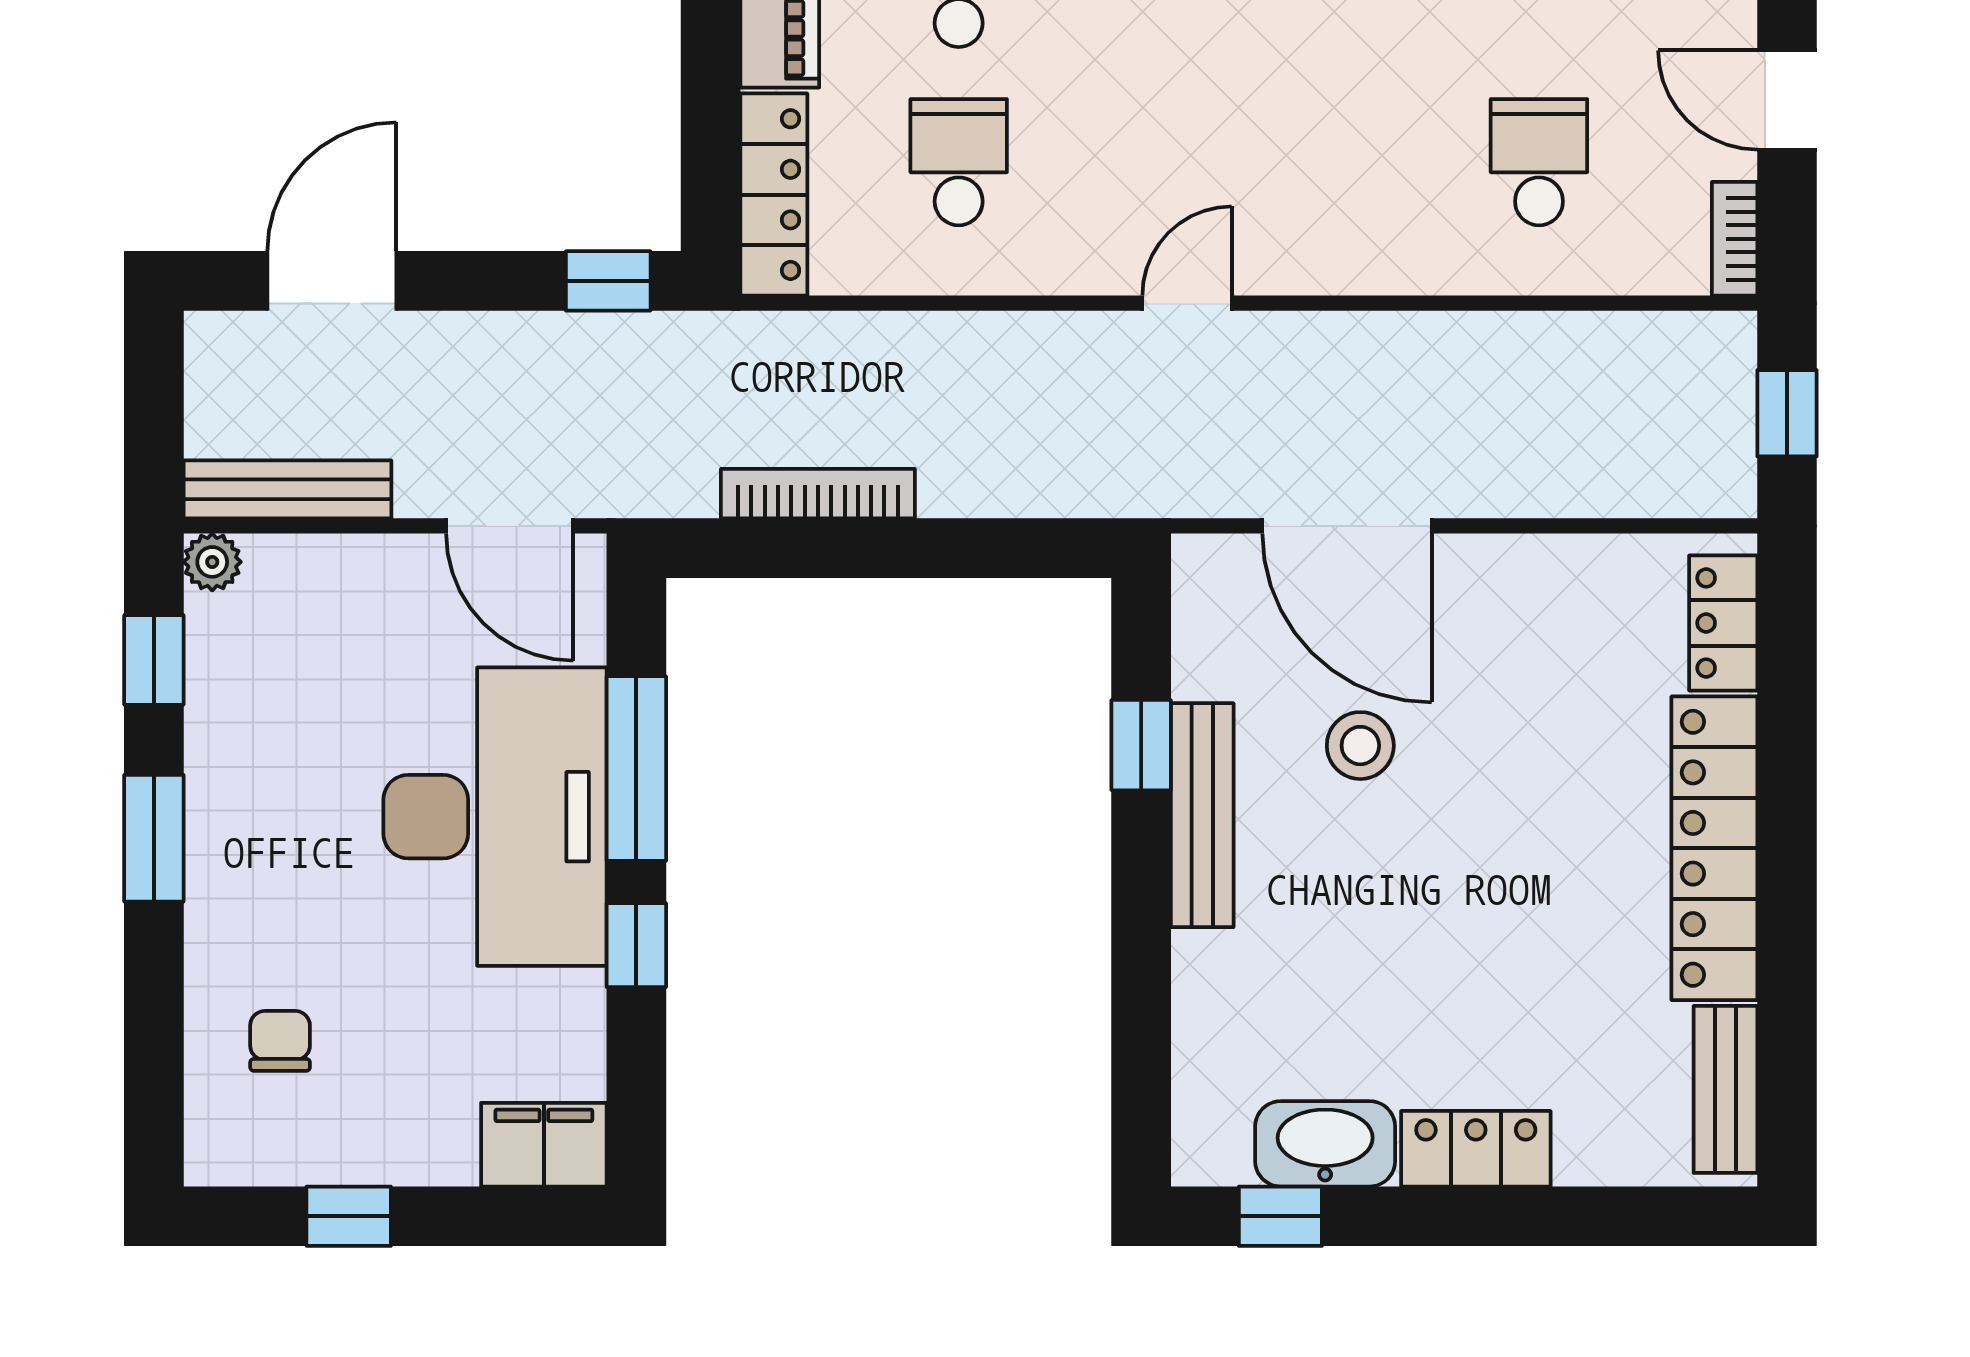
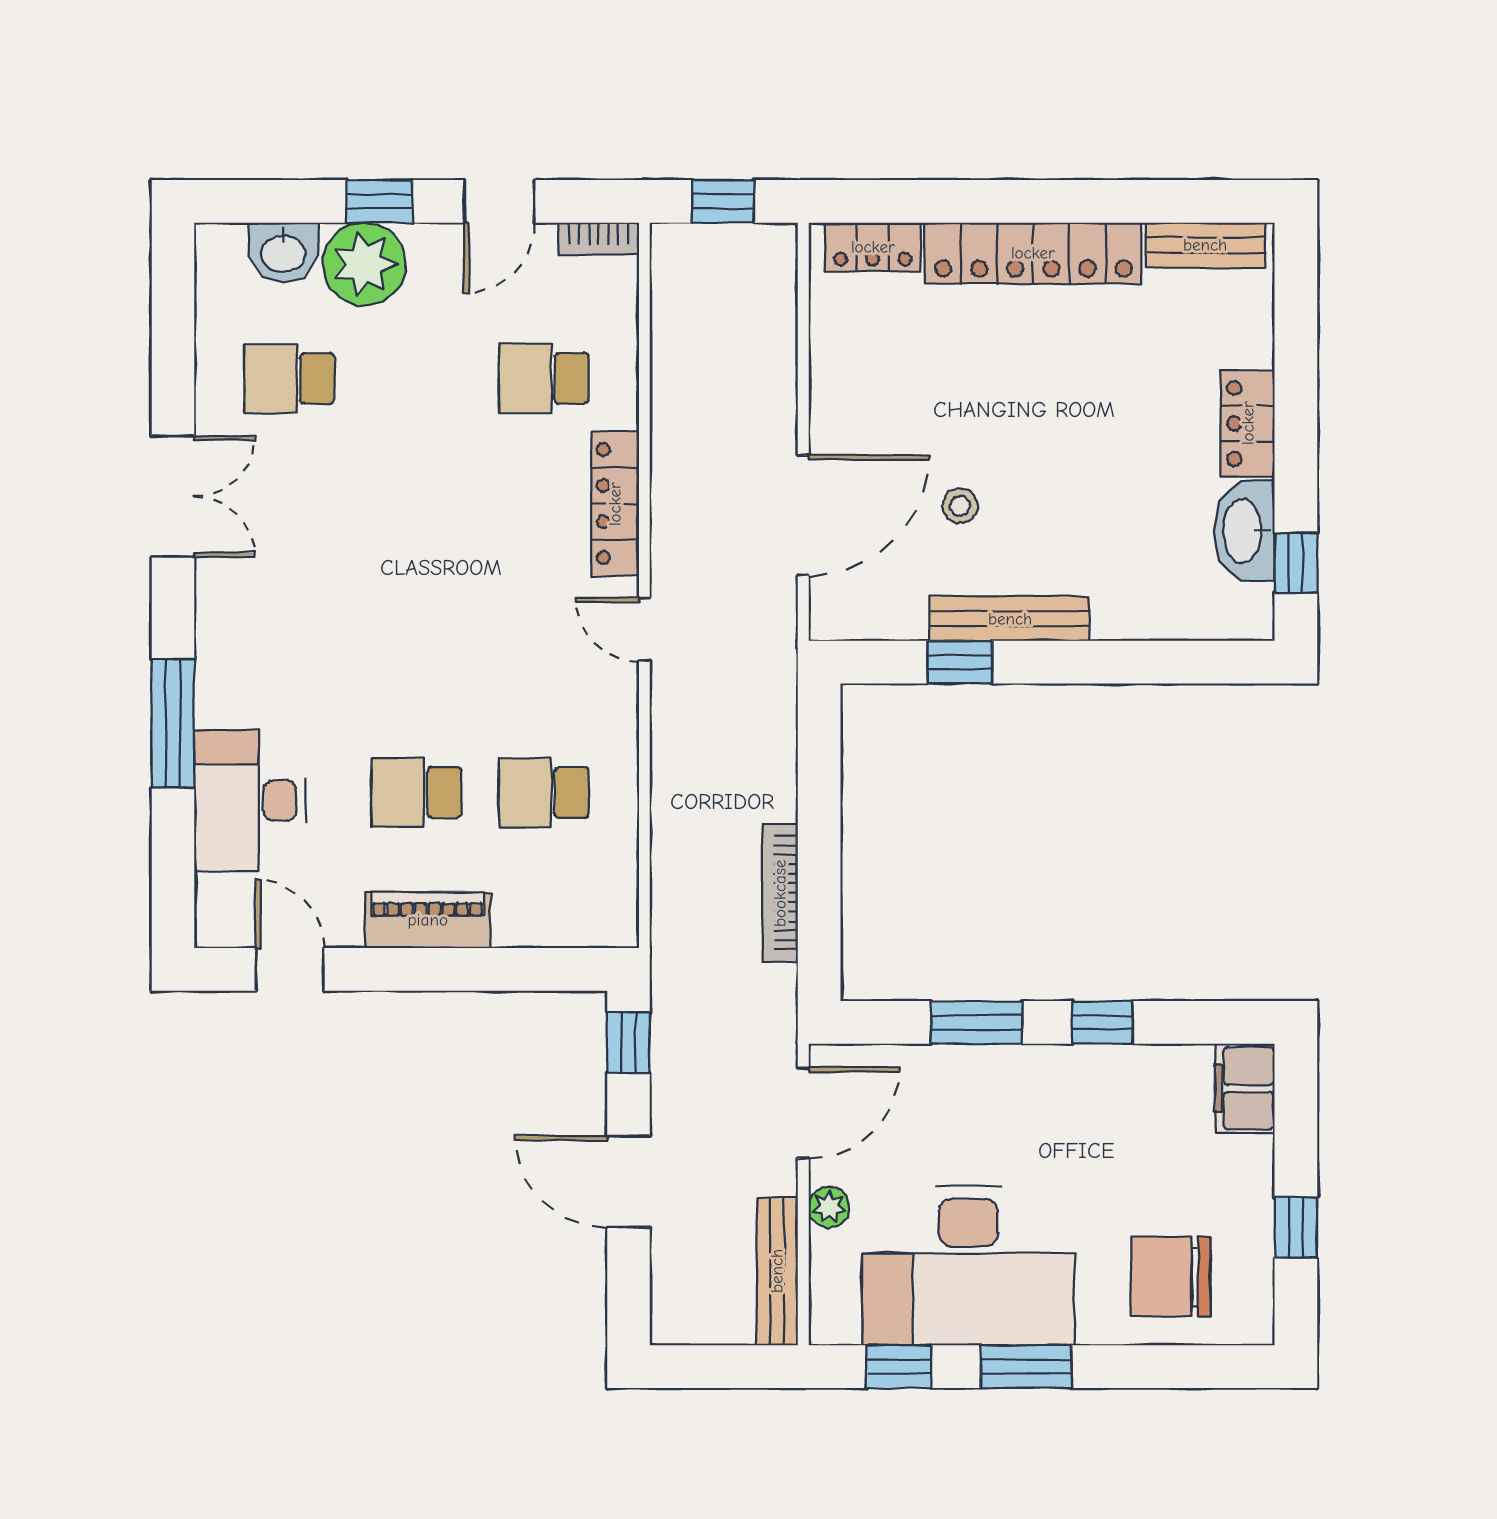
locker: (774, 195) -> (615, 504), moved, turned -90
door: (332, 281) -> (628, 1182), moved
plant: (212, 562) -> (829, 1207), moved
stool: (1360, 746) -> (960, 506), width x0.73, depth x0.73
window: (636, 769) -> (976, 1022), width x0.69
desk: (495, 817) -> (968, 1266), moved, turned 180
chair: (280, 1041) -> (1171, 1277), width x1.87, depth x1.87

